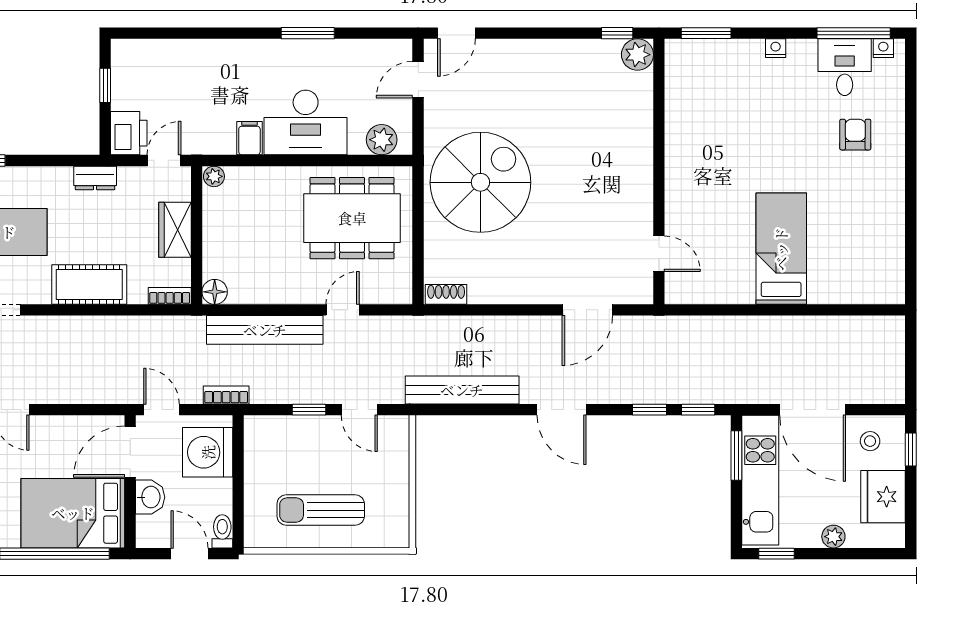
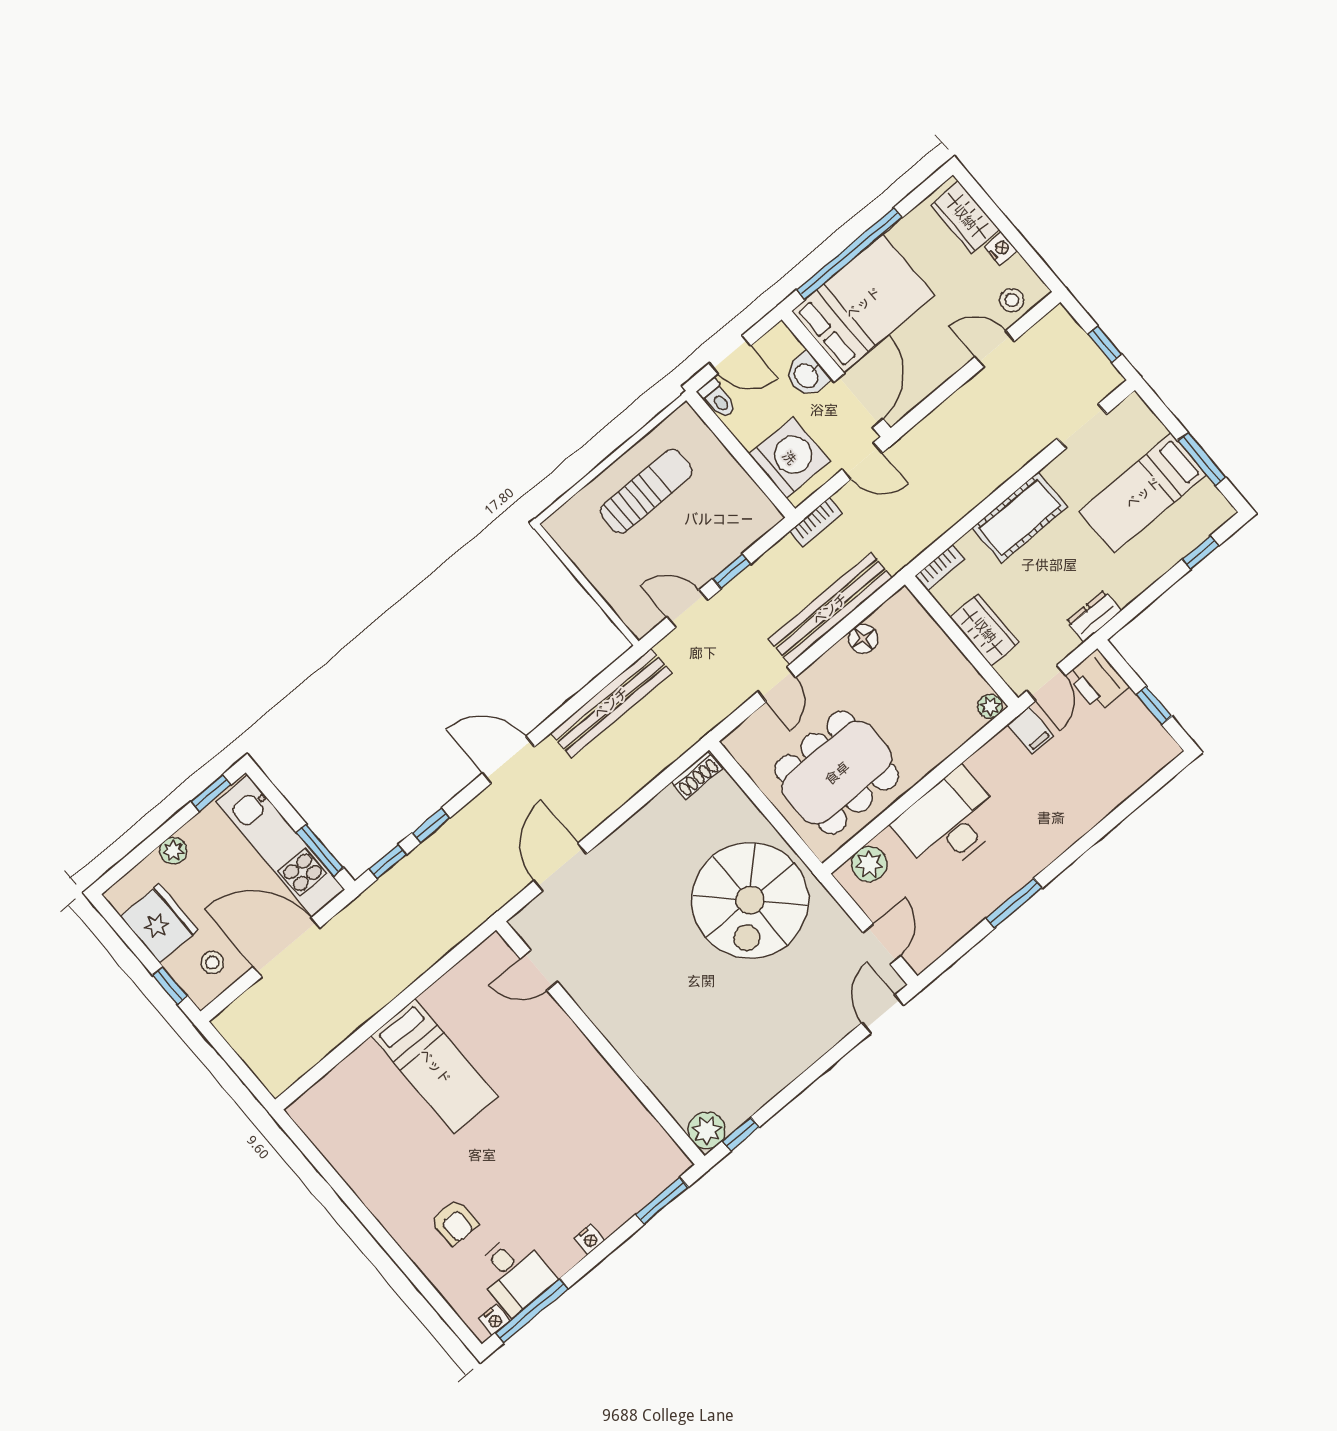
filing cabinet: (249, 138) -> (1031, 730), moved
floor lamp: (215, 292) -> (863, 639), moved

